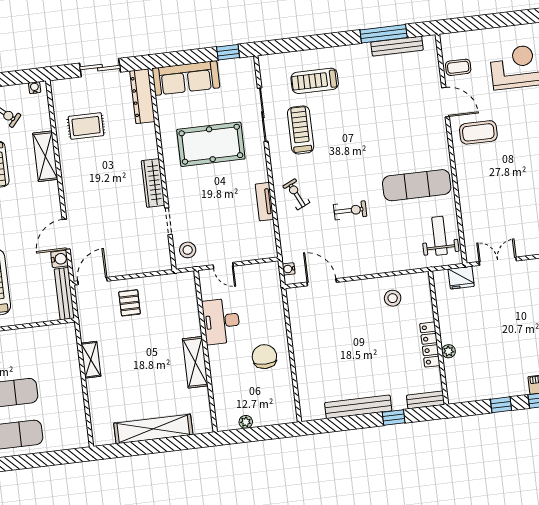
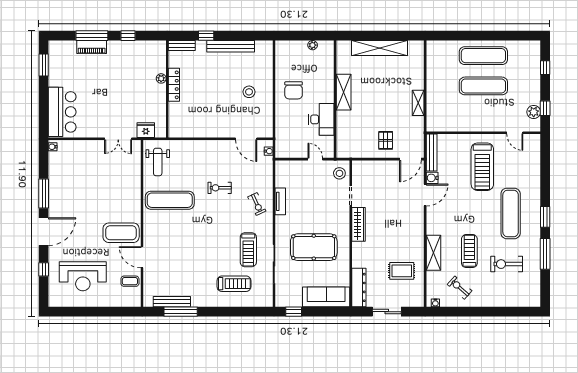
coffee table: (478, 132) -> (121, 233), width x1.36, depth x1.32
stool: (393, 298) -> (249, 92), moved

